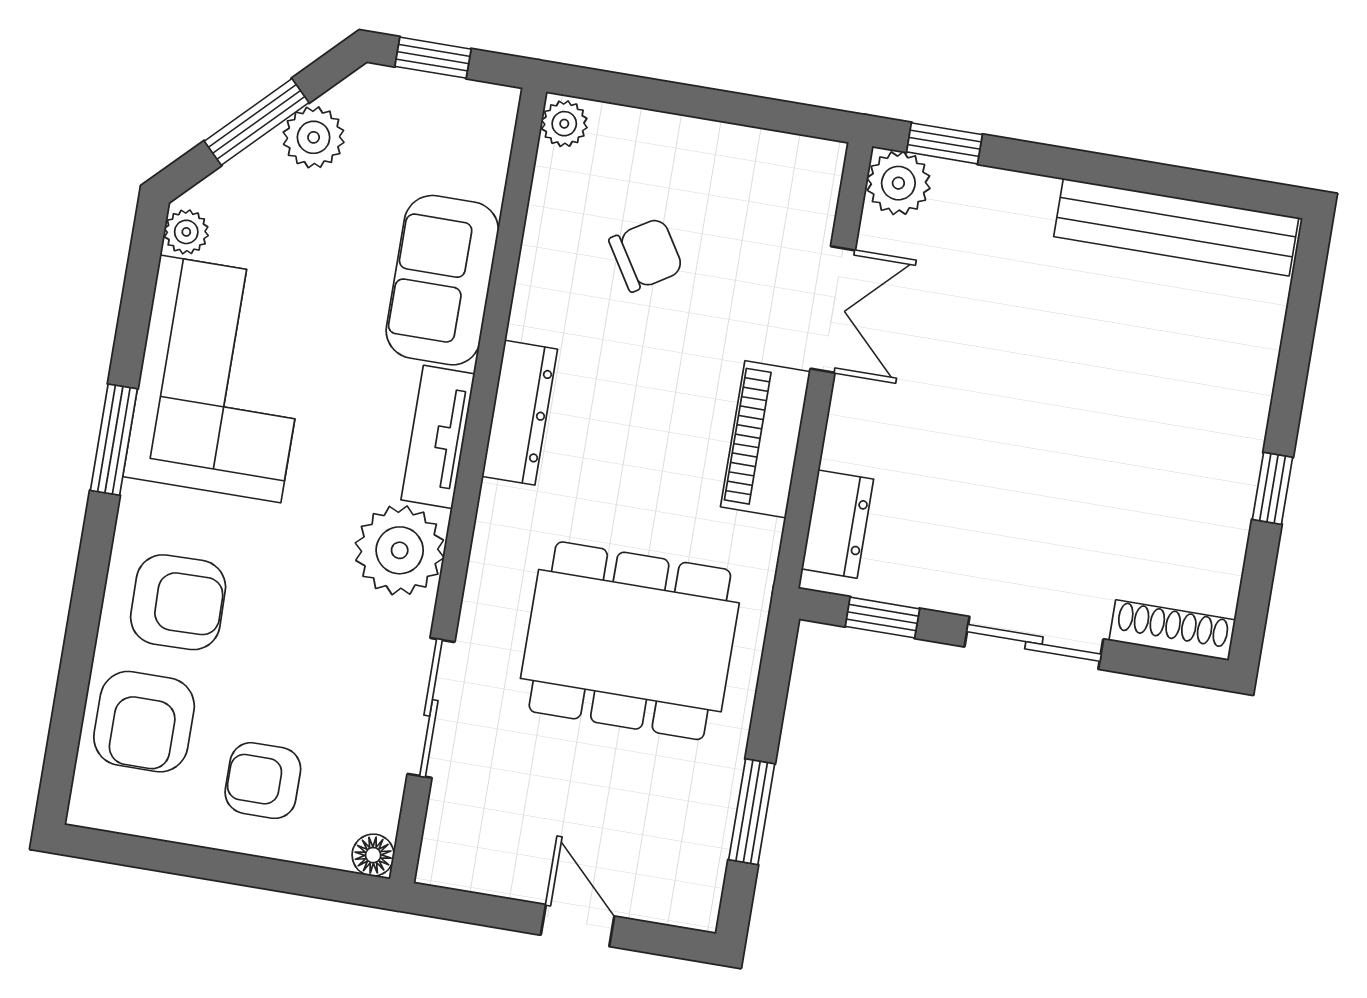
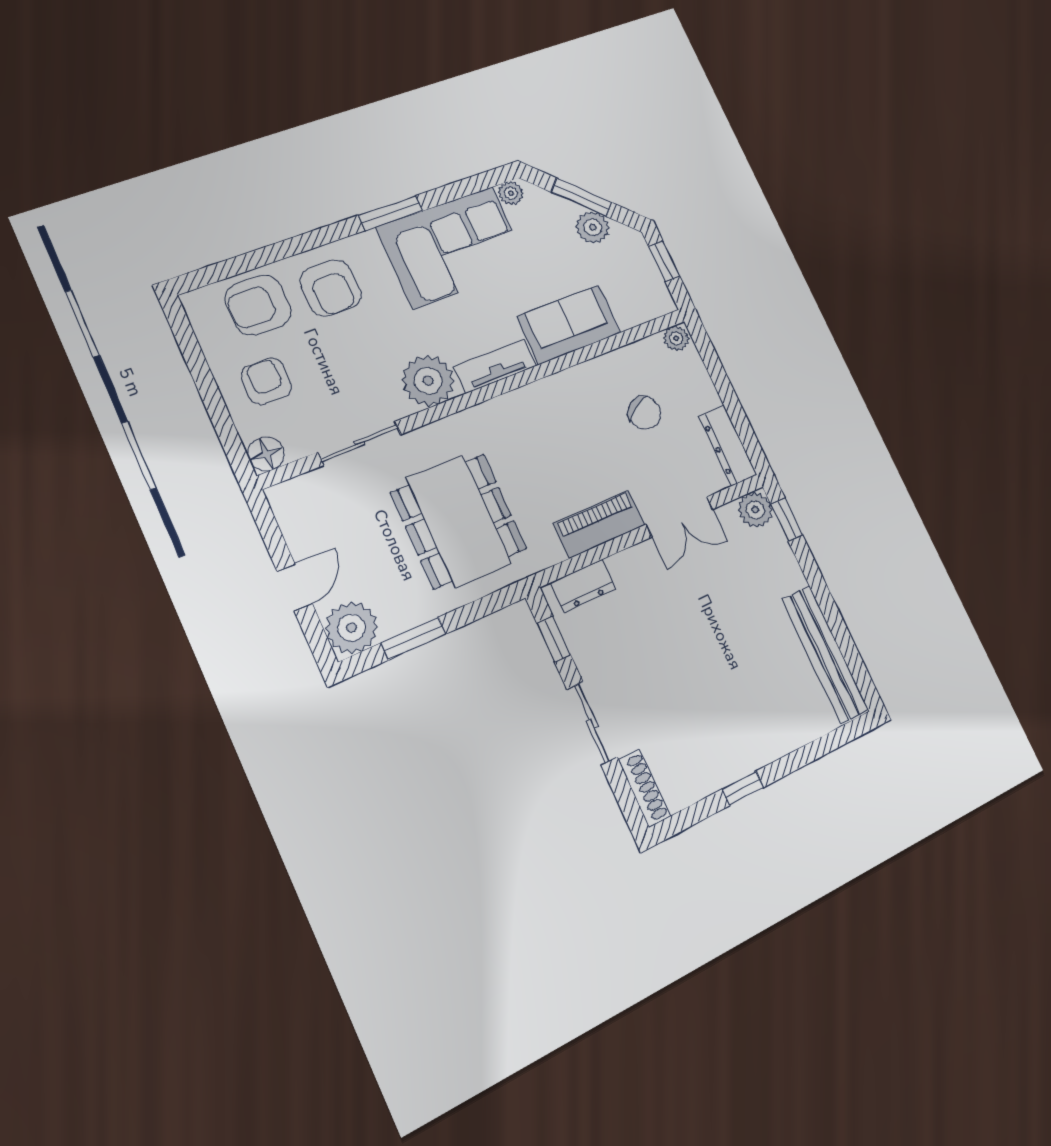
dresser: (520, 413) -> (728, 446), moved, turned 90
floor lamp: (373, 855) -> (266, 454), width x1.37, depth x1.37
plant: (682, 885) -> (352, 628), added

